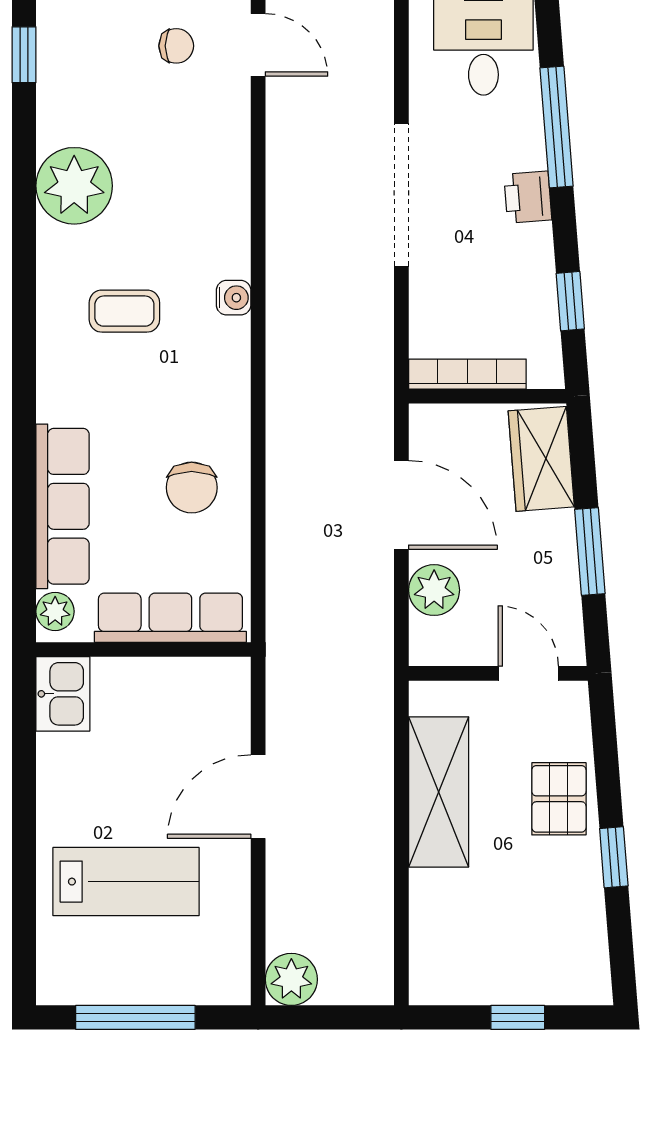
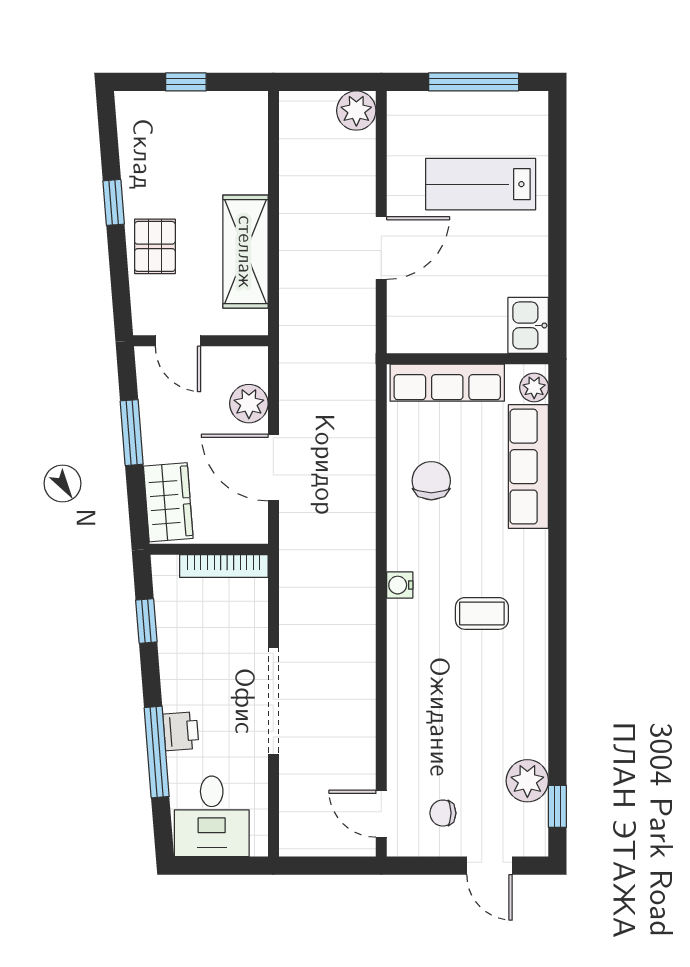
plant: (74, 186) -> (527, 781), moved, width x0.73, depth x0.73
printer: (528, 197) -> (181, 731), moved
water cooler: (234, 298) -> (400, 585), moved

